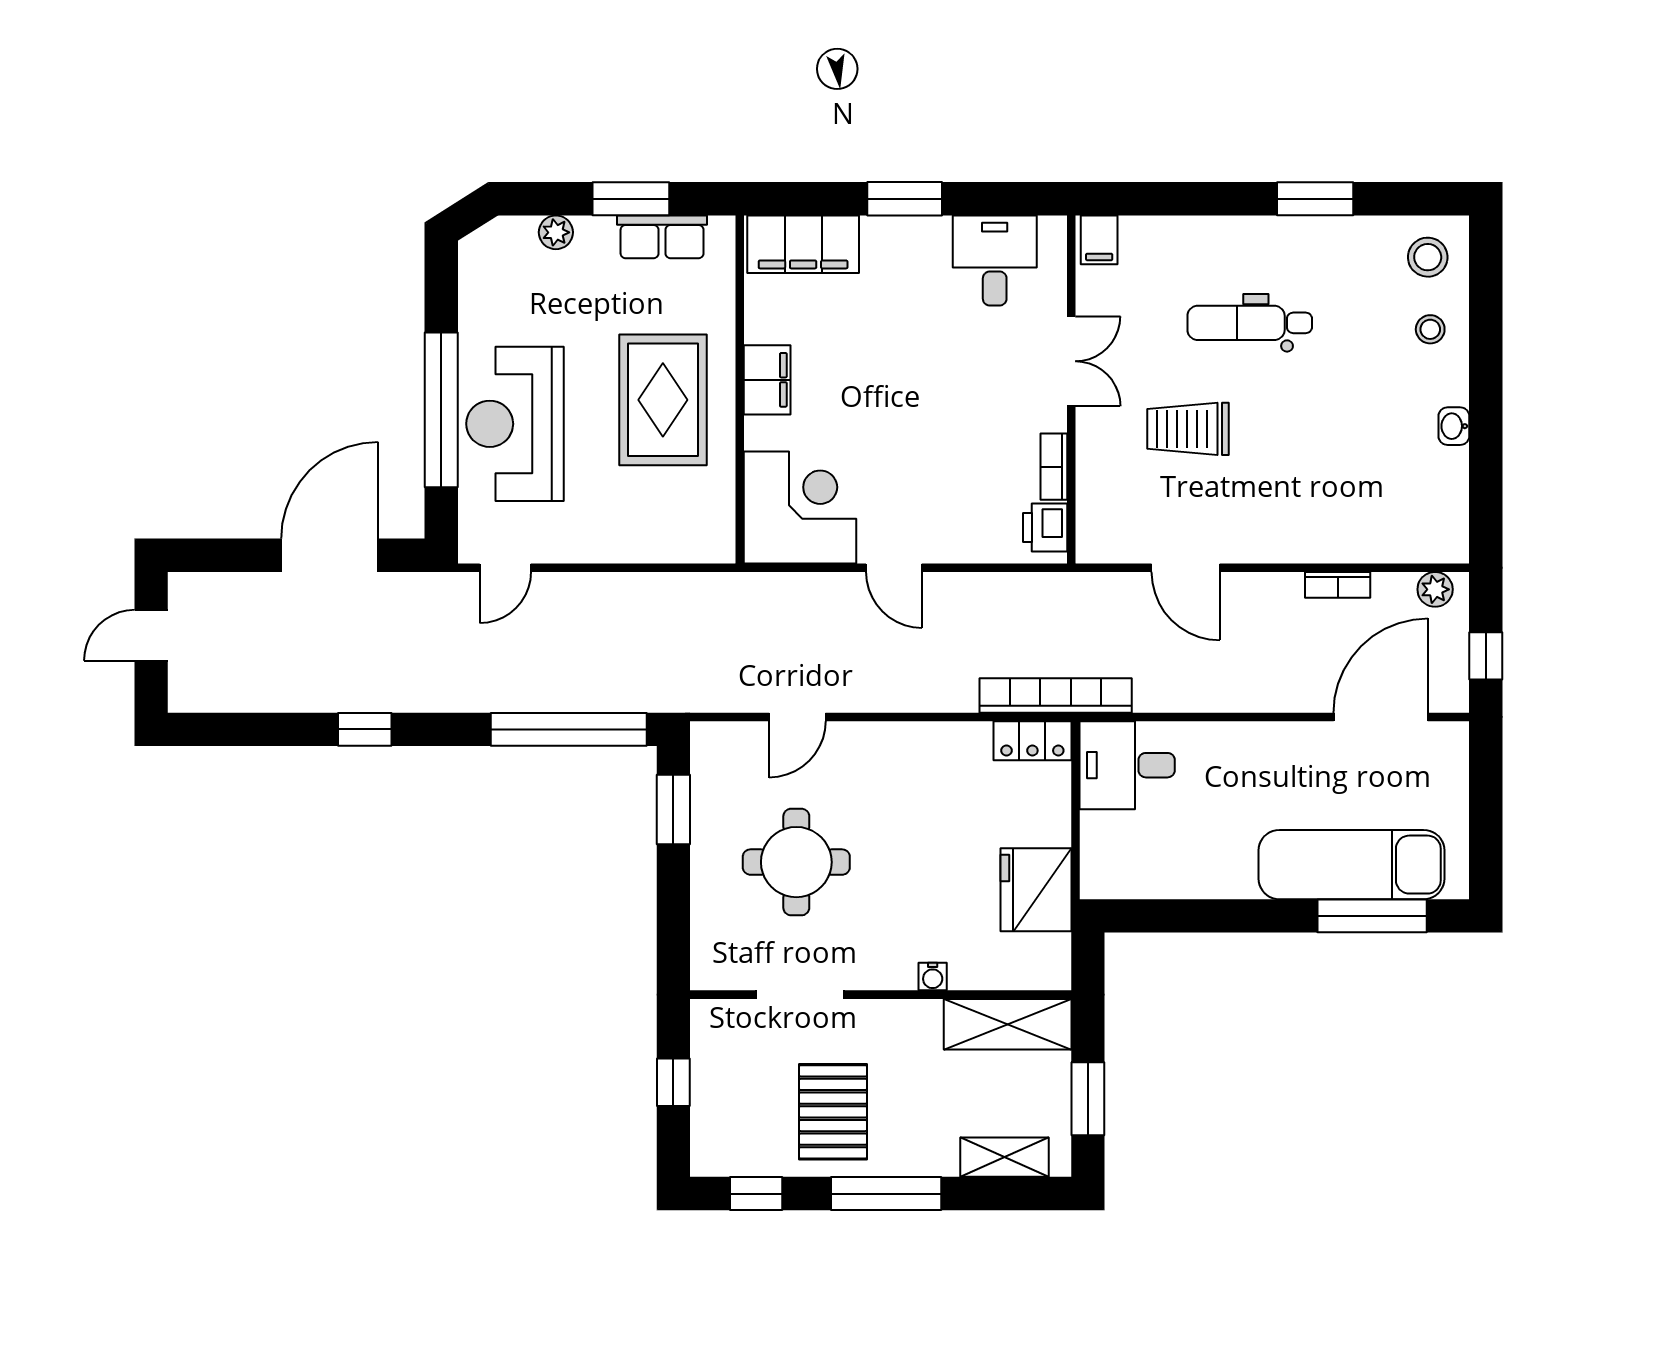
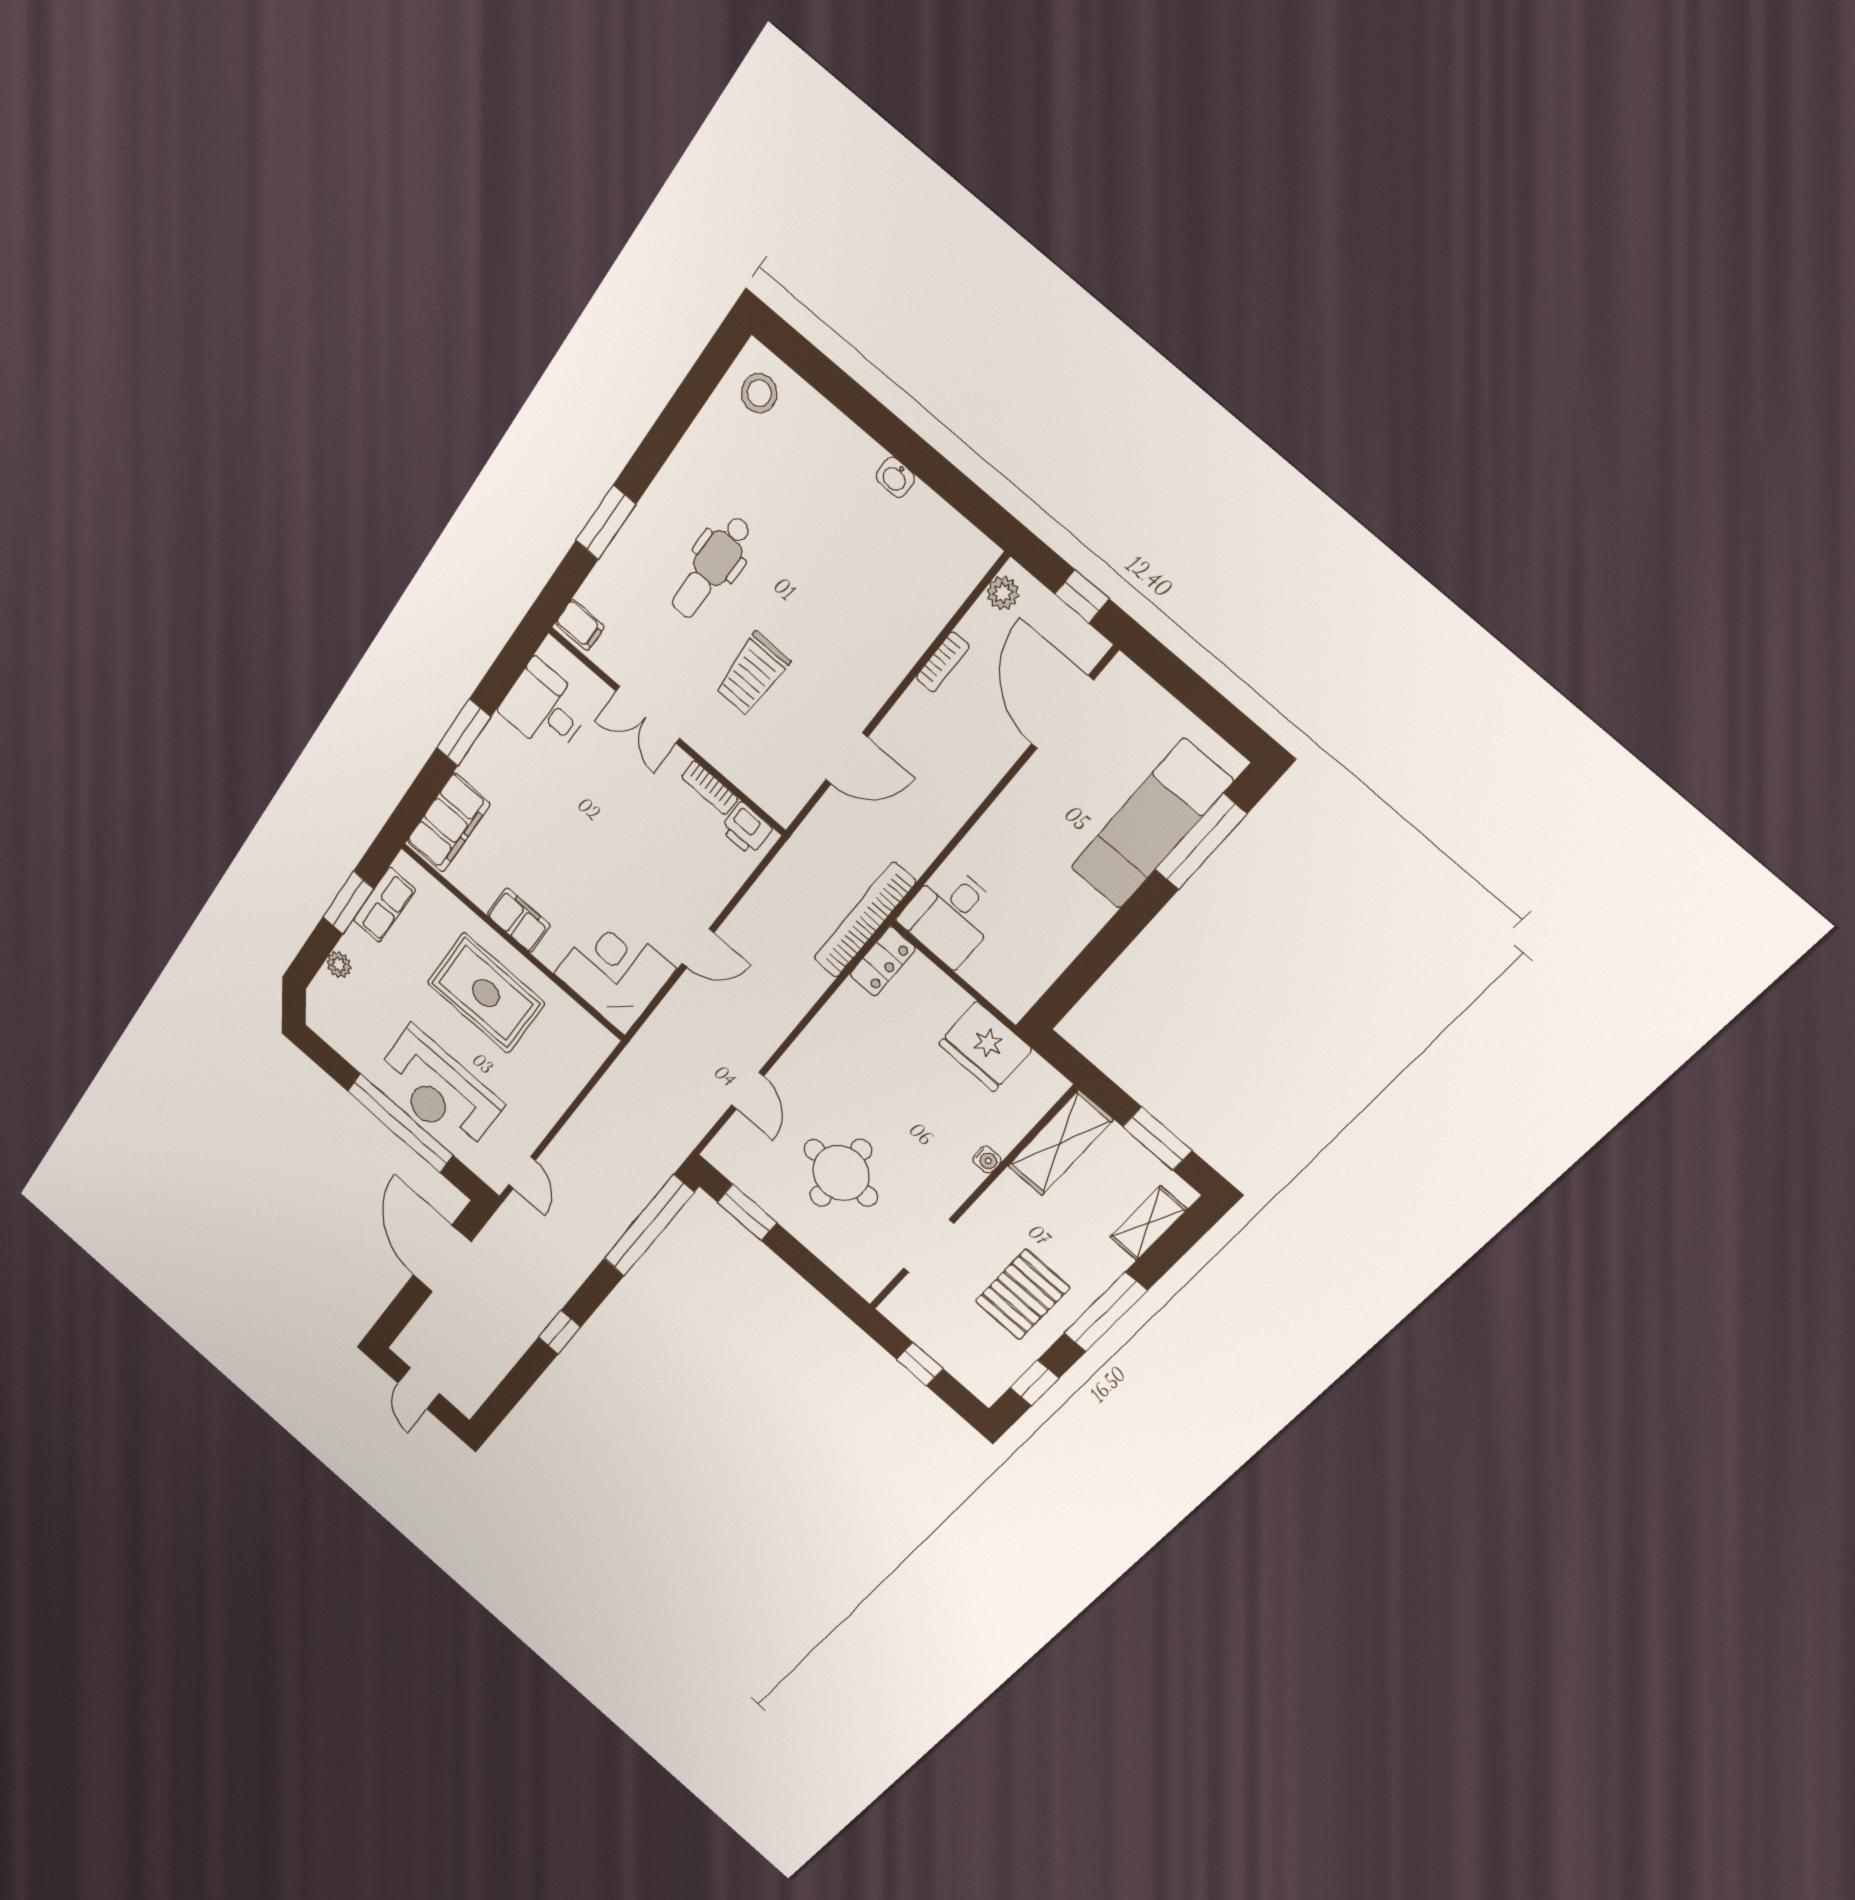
window: (1315, 199) -> (606, 522), moved
stool: (1430, 329) -> (812, 436), removed
double door: (1071, 361) -> (648, 715), swing flipped
pallet: (833, 1112) -> (1022, 1294), turned 90

